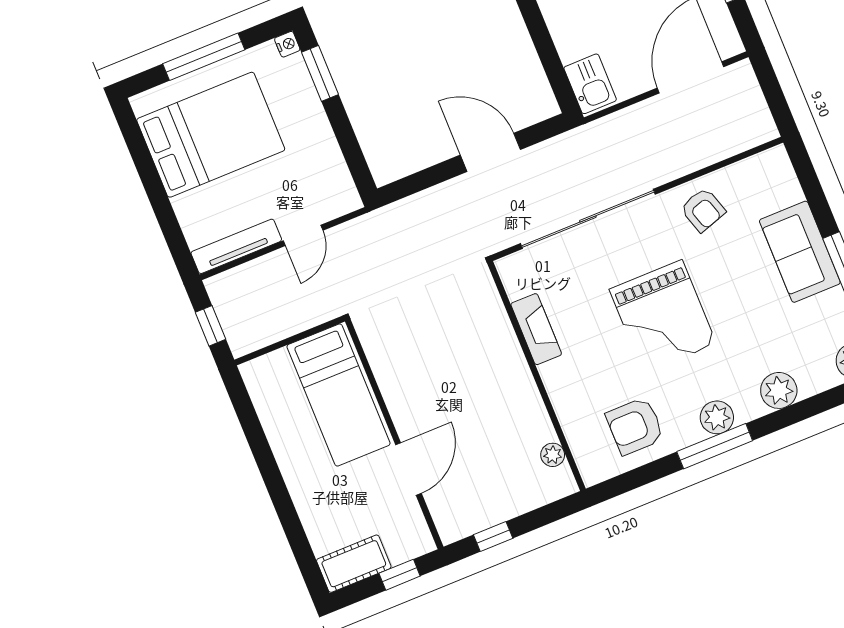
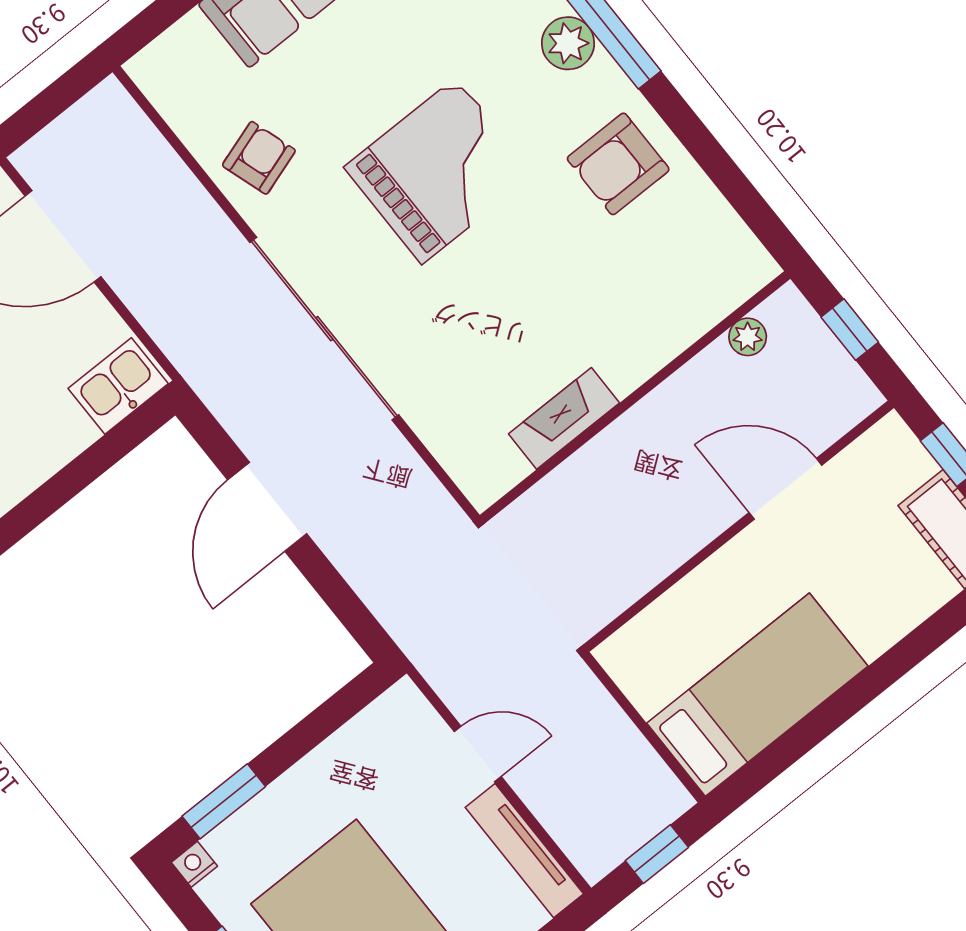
fireplace: (536, 329) -> (564, 418), moved
wall: (537, 376) -> (635, 397), moved
bed: (338, 395) -> (757, 695), moved
armchair: (635, 426) -> (618, 164), turned 90
plant: (553, 455) -> (748, 337), moved

